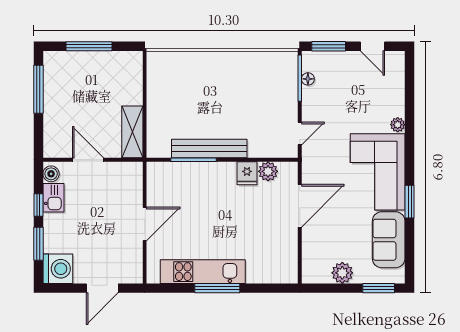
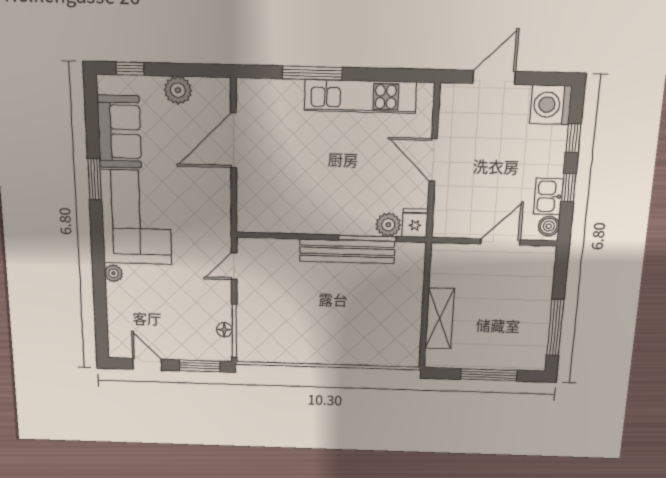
shelving: (132, 132) -> (440, 318), moved
door: (88, 160) -> (500, 242), swing flipped
plant: (268, 171) -> (388, 225), moved
fridge: (247, 173) -> (415, 223), moved
door: (300, 206) -> (234, 140), moved
door: (145, 224) -> (433, 160), hinge flipped
window: (38, 244) -> (573, 138), width x0.67
window: (217, 288) -> (312, 73), moved
window: (379, 288) -> (130, 69), width x0.67

